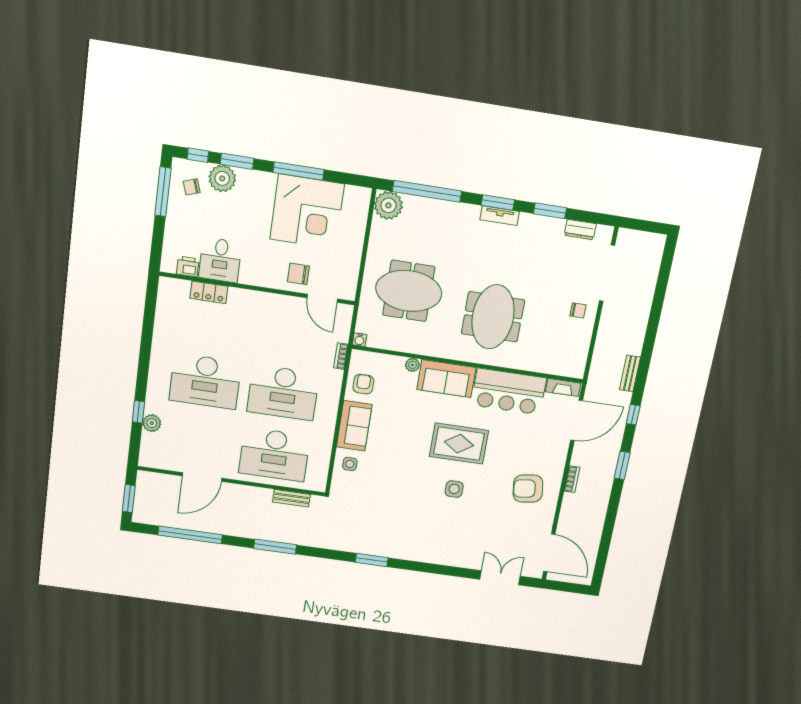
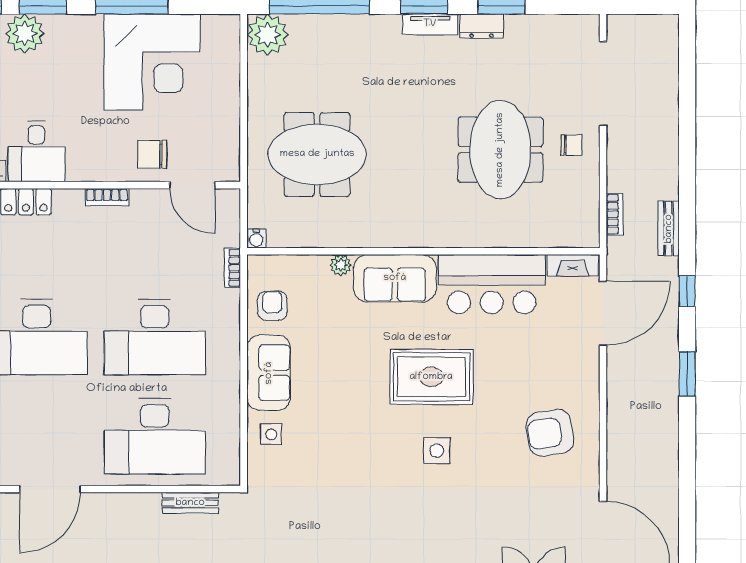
dresser: (580, 230) -> (481, 26), moved
bookcase: (264, 298) -> (107, 197), added
meeting table: (493, 317) -> (500, 150), moved
bookcase: (572, 479) -> (615, 214), moved

